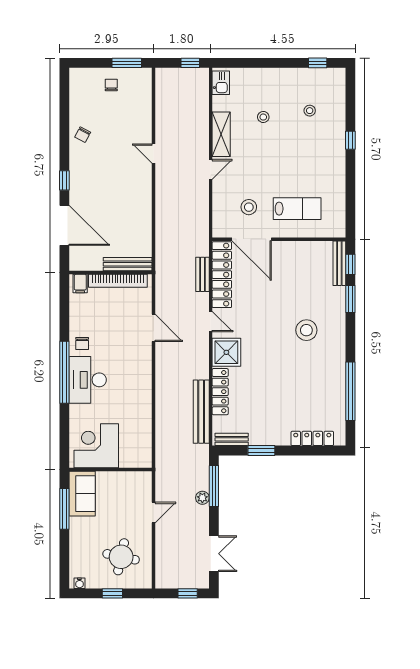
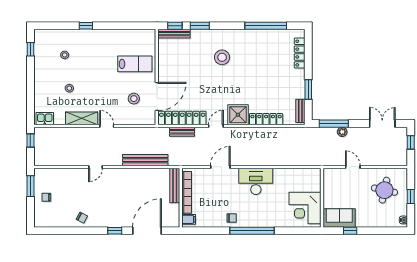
lab bench: (297, 209) -> (135, 64), turned 90
desk: (88, 380) -> (256, 181), moved, turned 180
bench: (201, 412) -> (145, 160), moved
window: (64, 509) -> (350, 231), width x0.46

